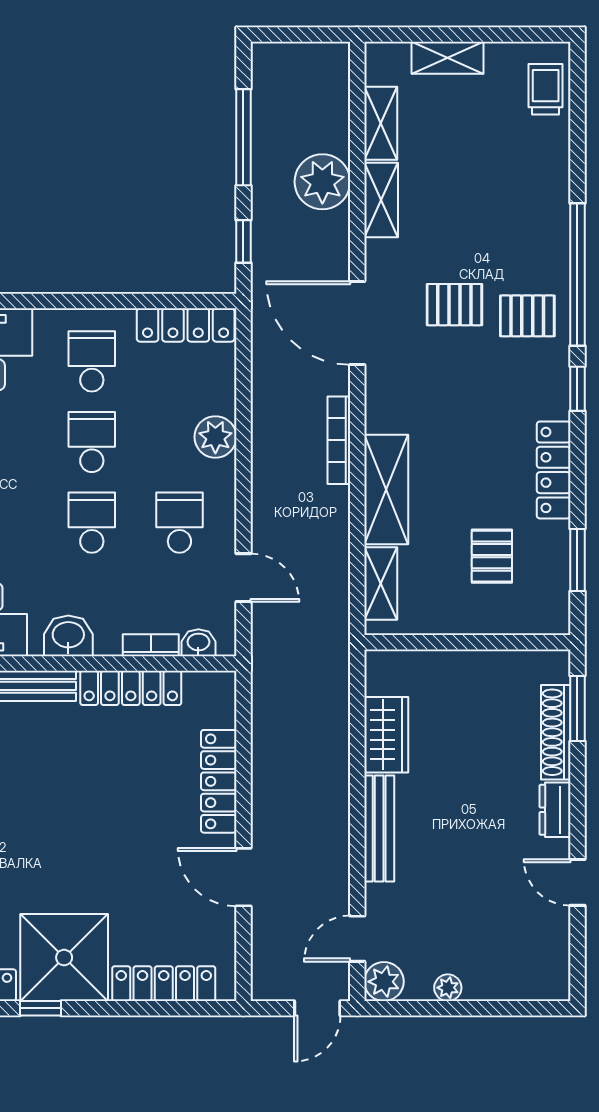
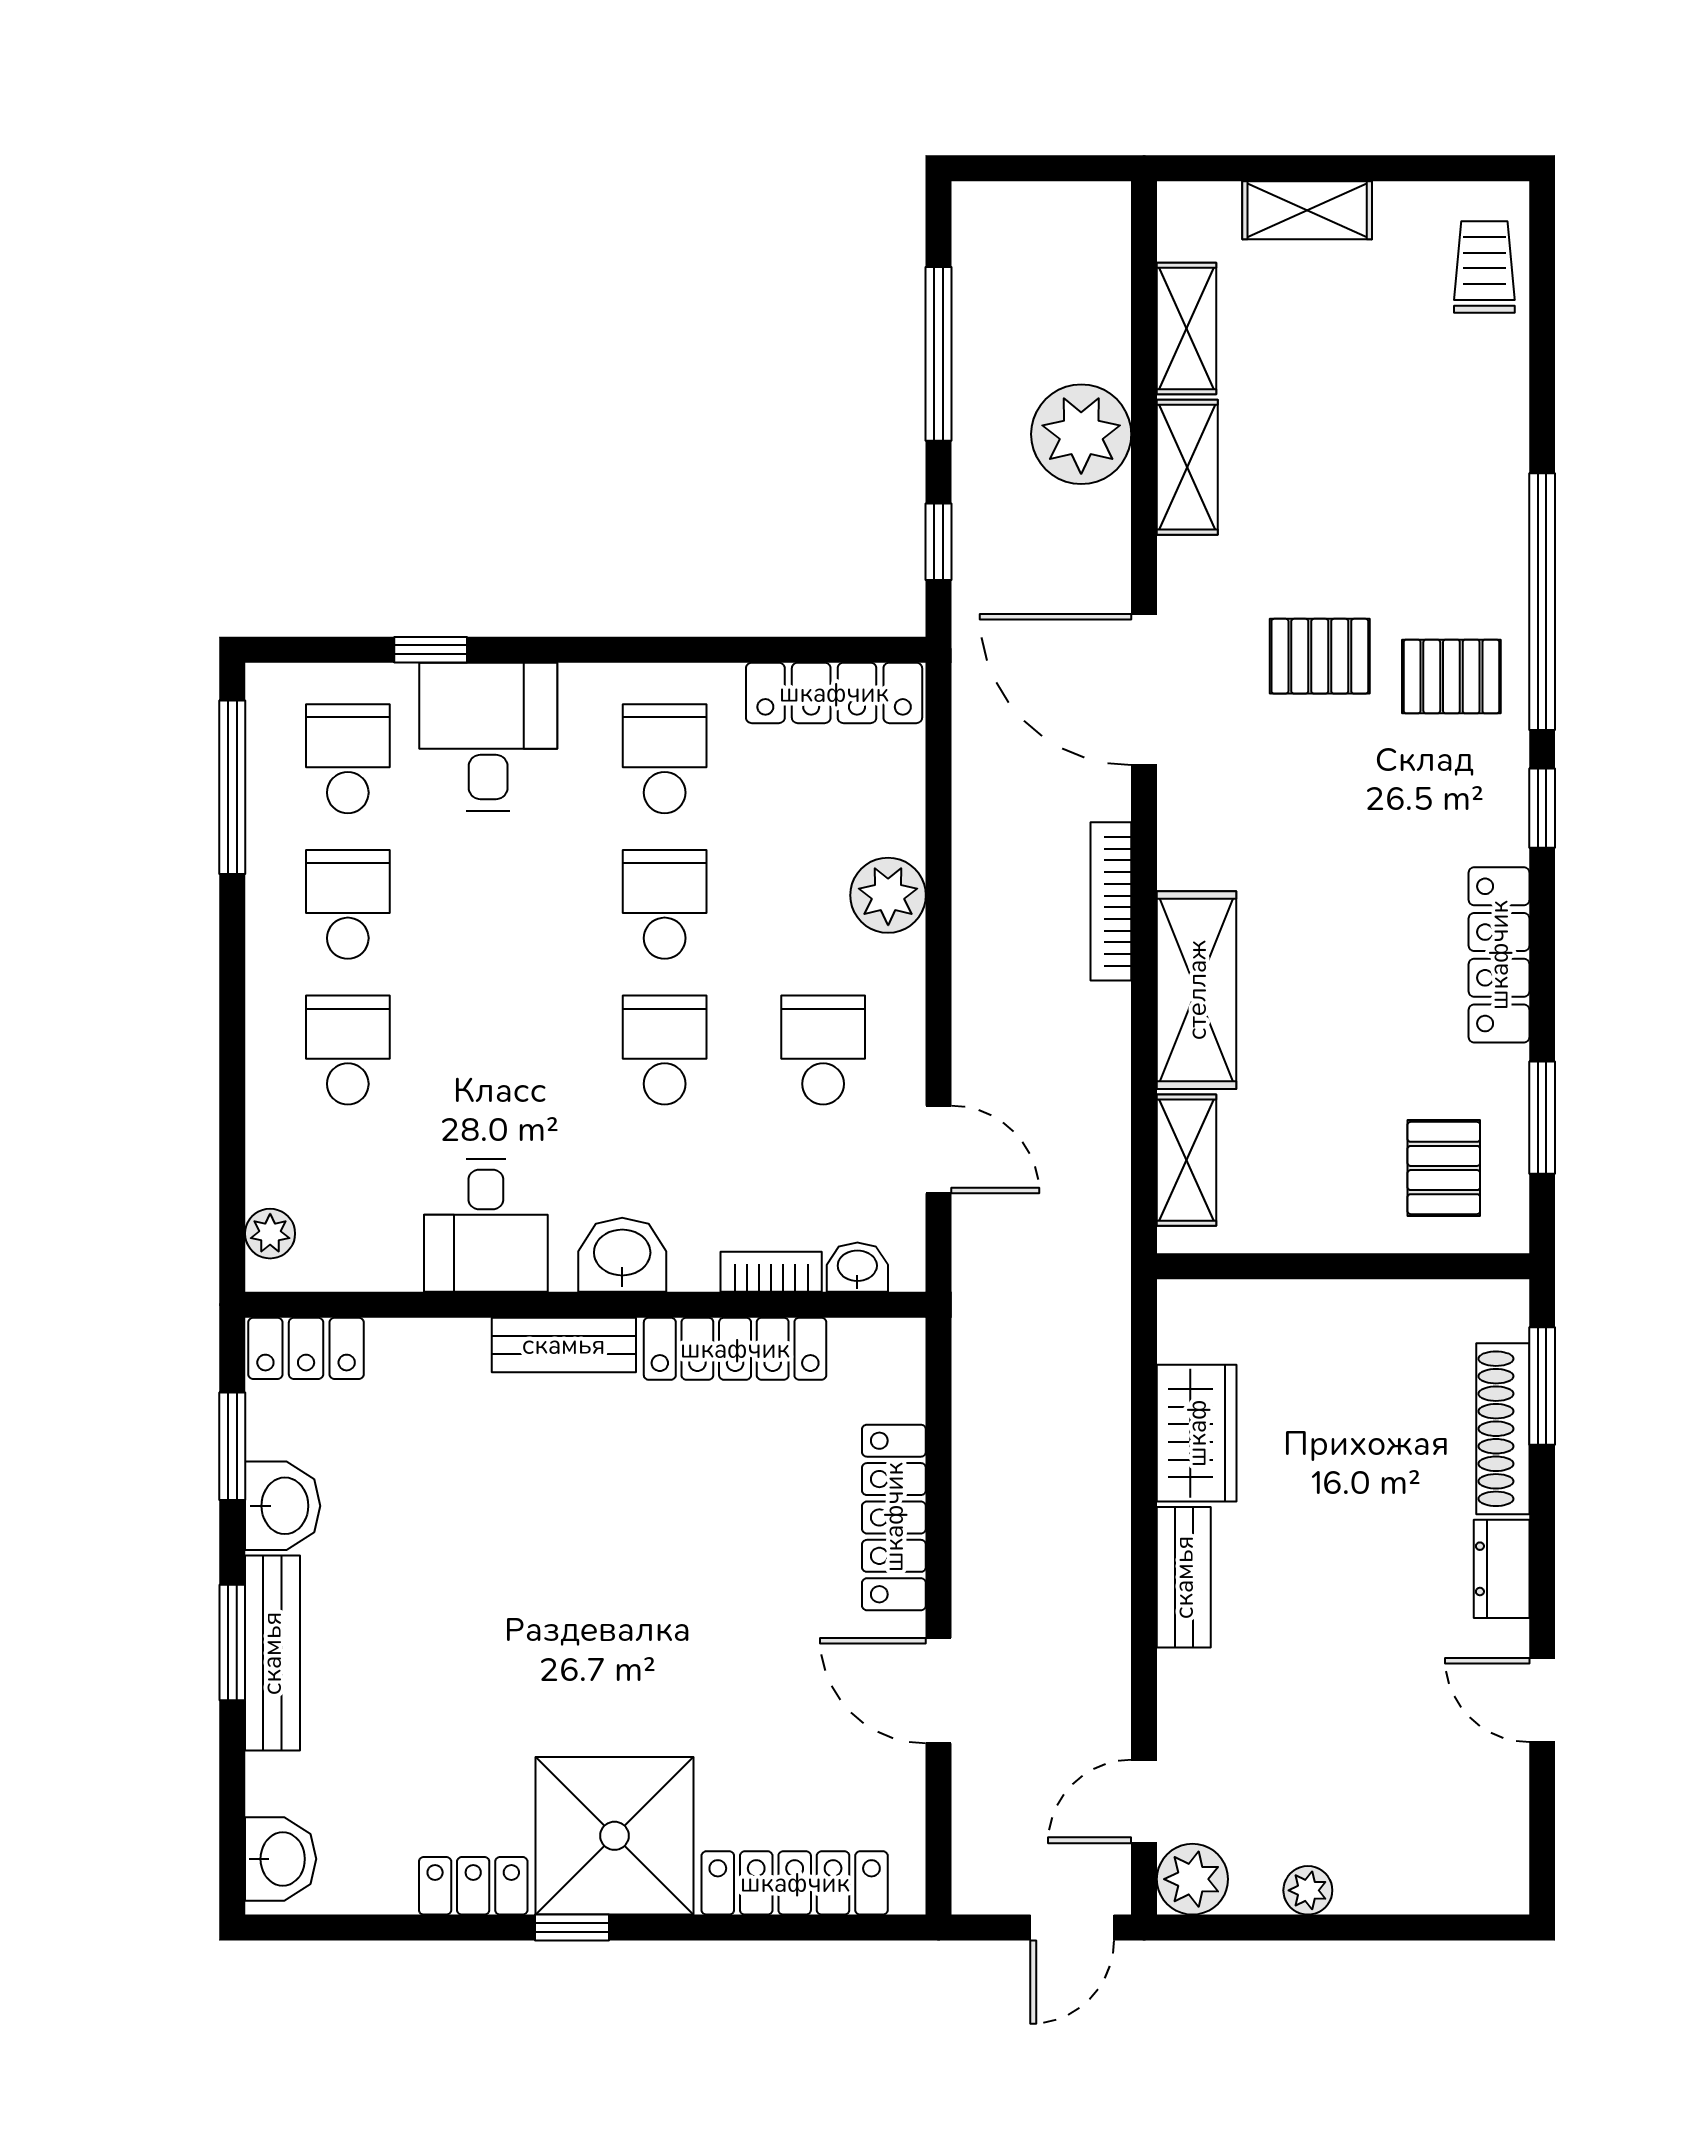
pallet: (492, 556) -> (1444, 1168), moved
bench: (379, 829) -> (1184, 1577), width x0.73

